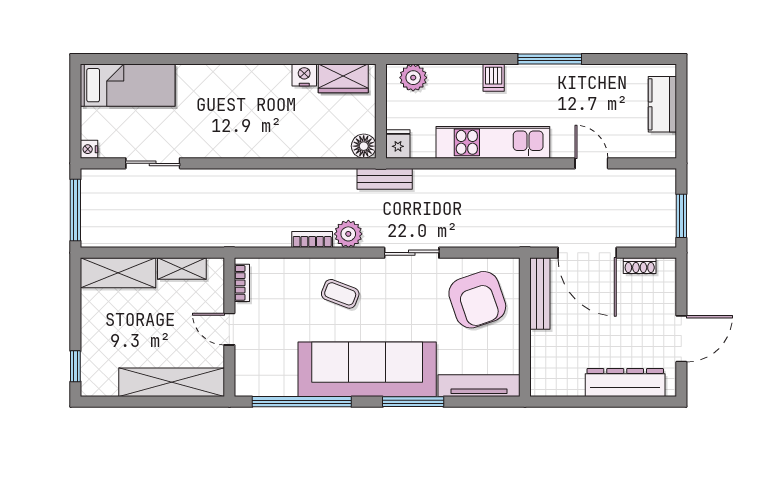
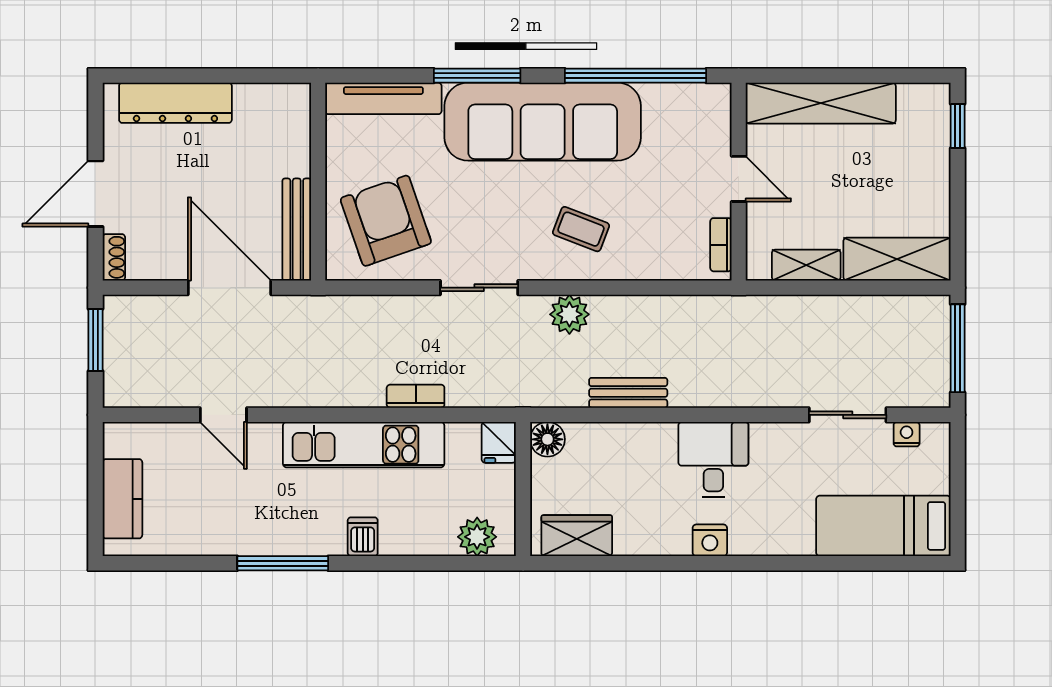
nightstand: (304, 75) -> (710, 540), moved
desk: (247, 132) -> (713, 460), added
nightstand: (89, 149) -> (907, 434), moved, turned -90
bench: (385, 179) -> (628, 393), moved
bookcase: (312, 240) -> (416, 396), moved, turned 180
shoe rack: (640, 266) -> (114, 257), moved, turned 90
door: (681, 339) -> (95, 194), moved

